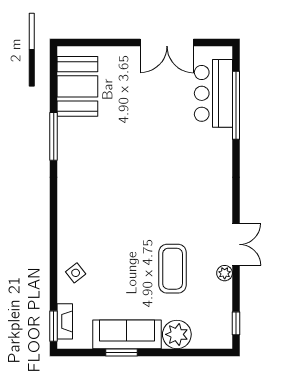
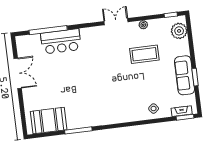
bar counter: (213, 93) -> (61, 41), moved
double door: (236, 244) -> (116, 22), moved
plant: (177, 334) -> (179, 31), moved

